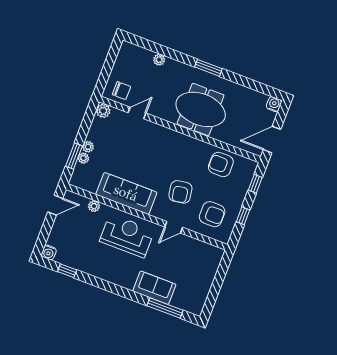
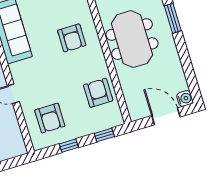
door: (272, 140) -> (166, 116), moved
armchair: (180, 192) -> (72, 38), moved, turned -81

